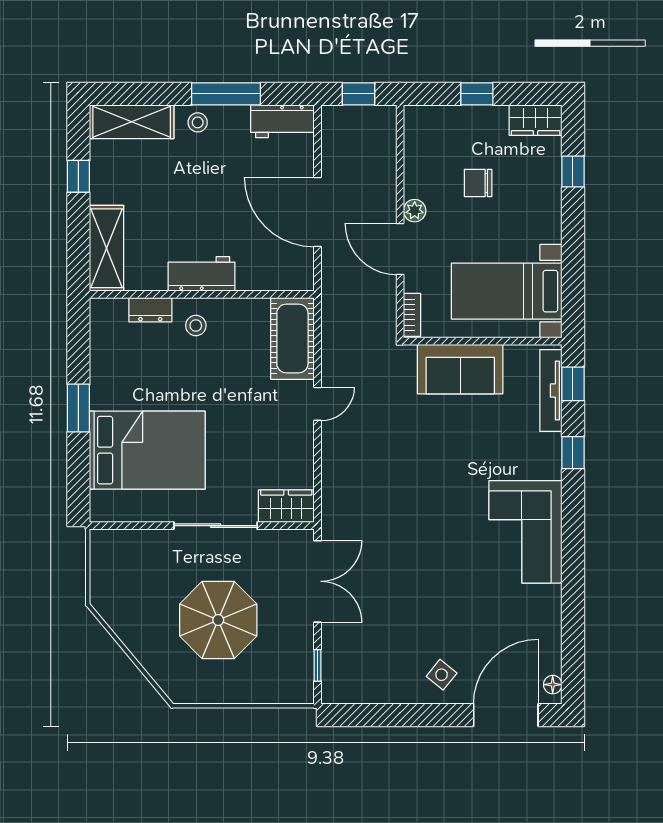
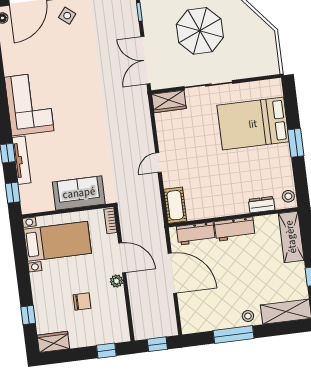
window: (477, 94) -> (106, 351), moved
workbench: (282, 121) -> (196, 234), moved, turned 180
stool: (196, 326) -> (288, 196), moved
cot: (292, 338) -> (175, 205), width x0.73, depth x0.75
tv unit: (551, 390) -> (21, 160), moved

